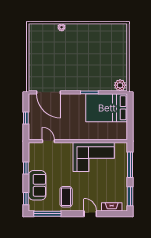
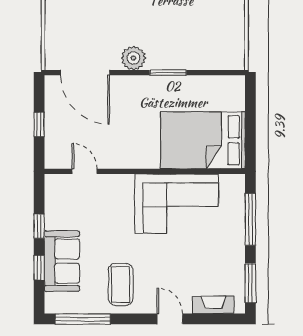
plant: (120, 85) -> (133, 58), moved
bed: (107, 108) -> (203, 140), moved
window: (26, 199) -> (39, 268), moved

